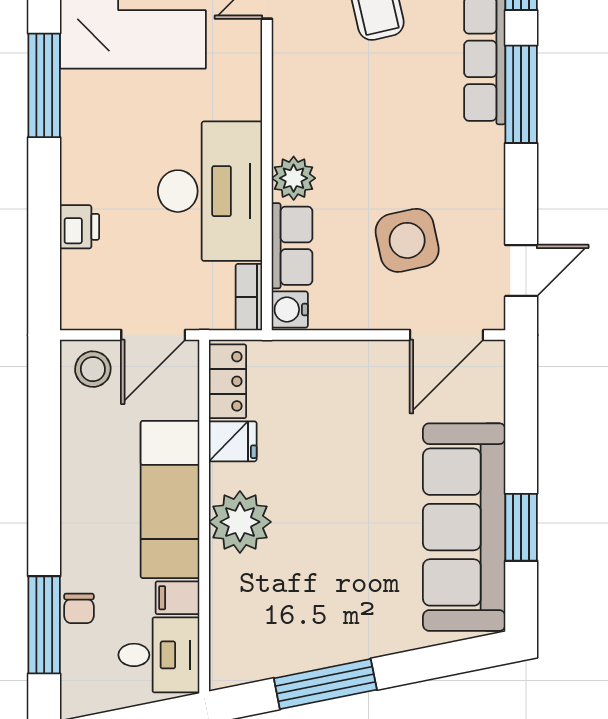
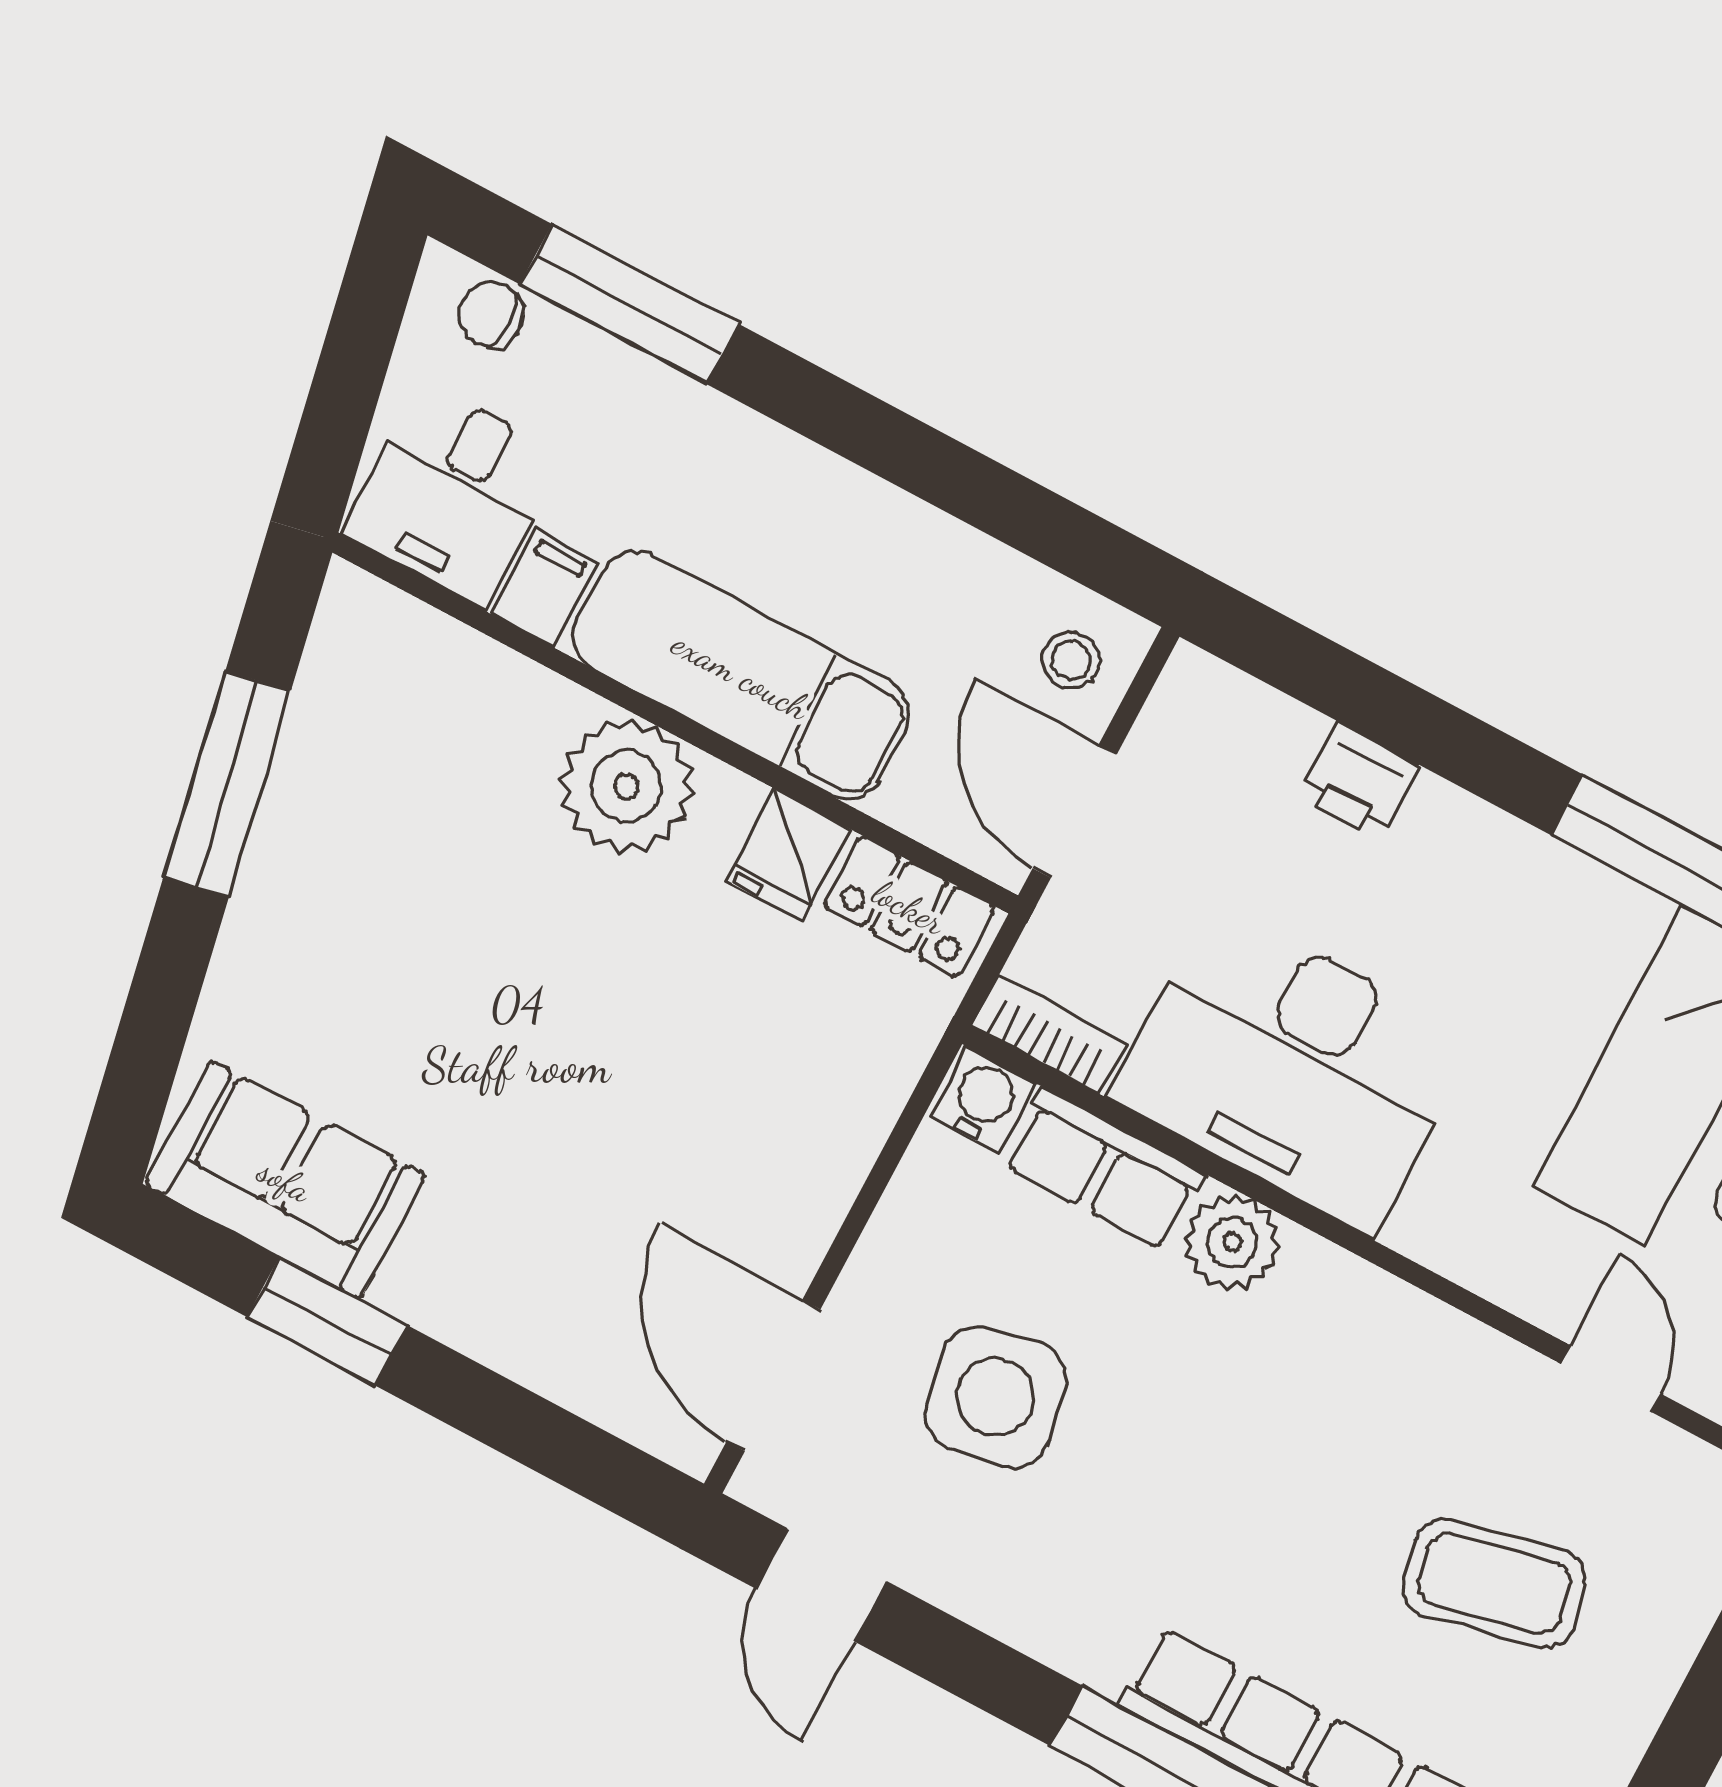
stool: (93, 369) -> (1071, 660), width x0.73, depth x0.73
sofa: (464, 527) -> (285, 1180), width x0.54, depth x0.79
chair: (79, 608) -> (491, 315), moved

